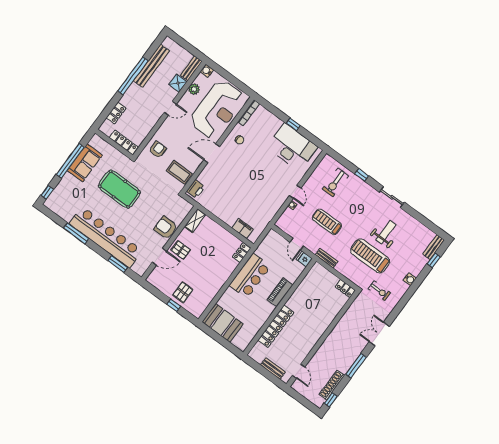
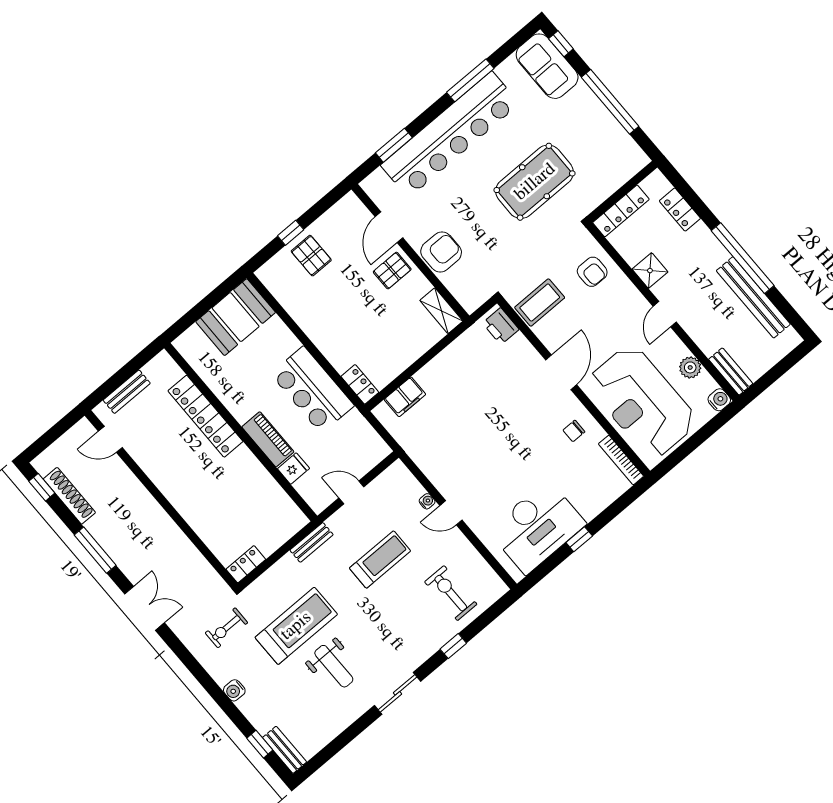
shower: (178, 83) -> (650, 271), moved
sofa: (85, 163) -> (547, 66), moved
fridge: (304, 259) -> (293, 469), moved

